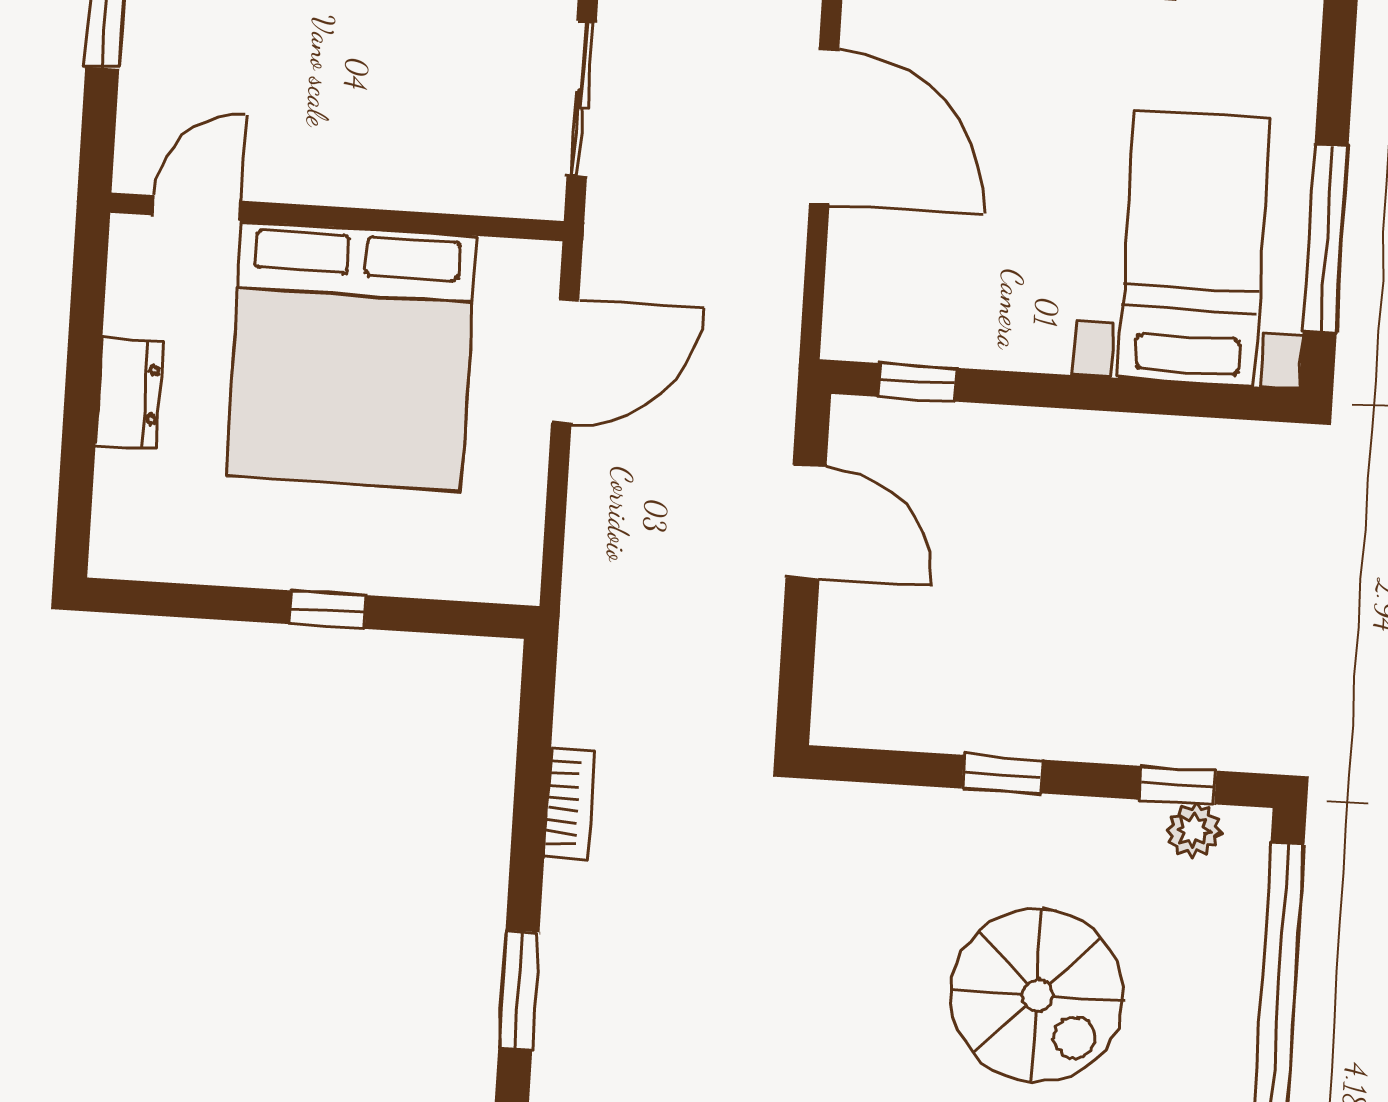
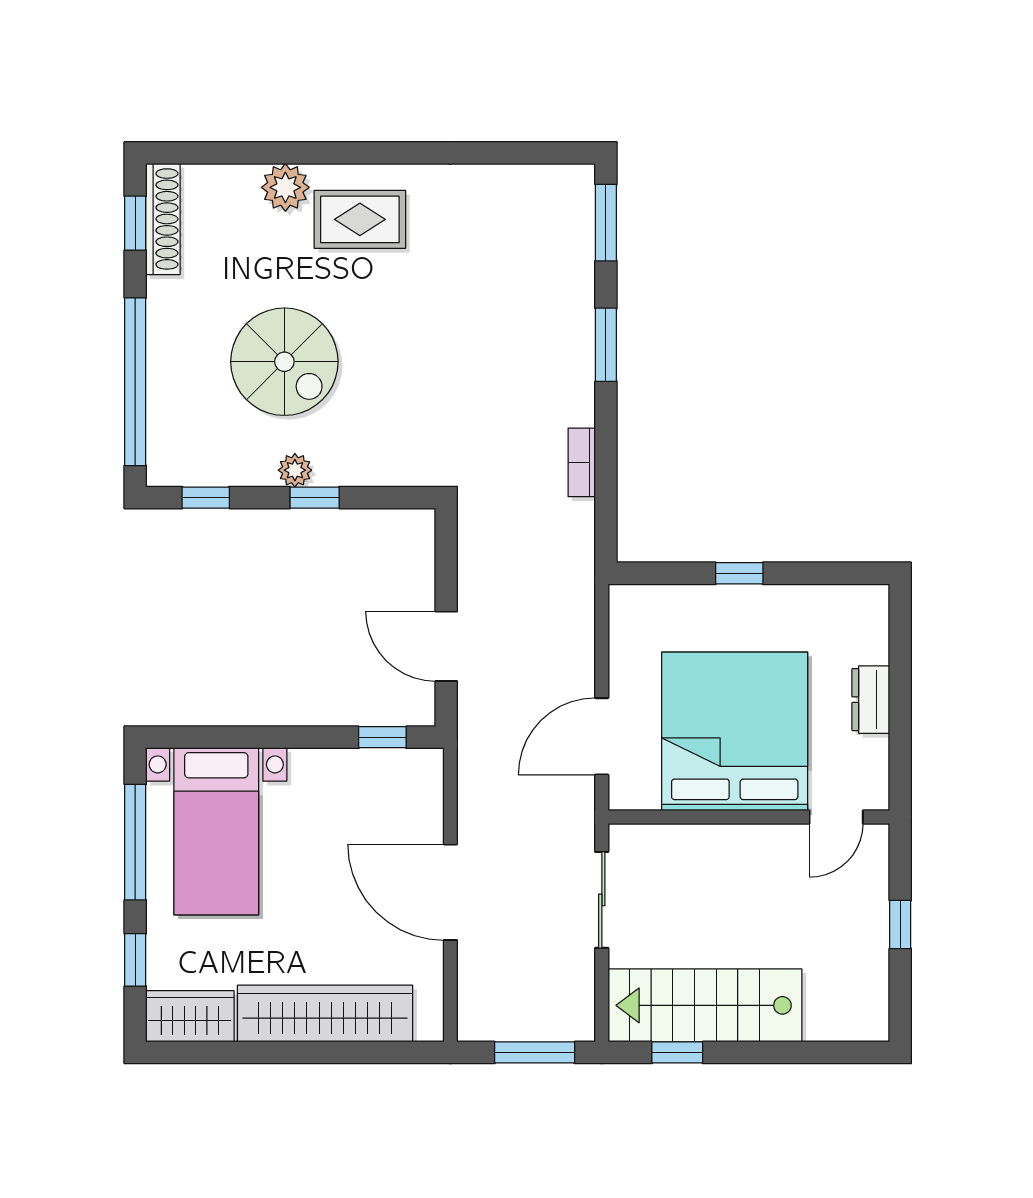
window: (1338, 49) -> (135, 960), added
plant: (1194, 830) -> (295, 470), moved
spiral stairs: (1037, 995) -> (284, 362), turned 180

